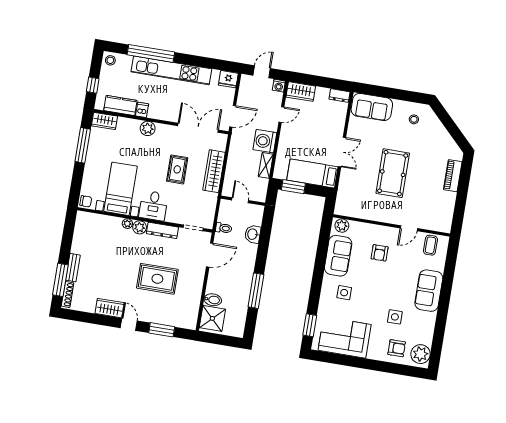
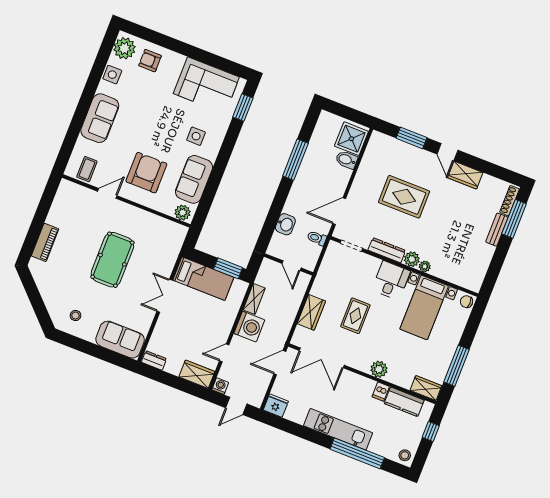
kitchen unit: (171, 70) -> (338, 429), width x0.73
wardrobe: (214, 171) -> (311, 312), width x0.67
armchair: (380, 253) -> (146, 173), width x1.88, depth x1.88
side table: (395, 317) -> (112, 75), moved

